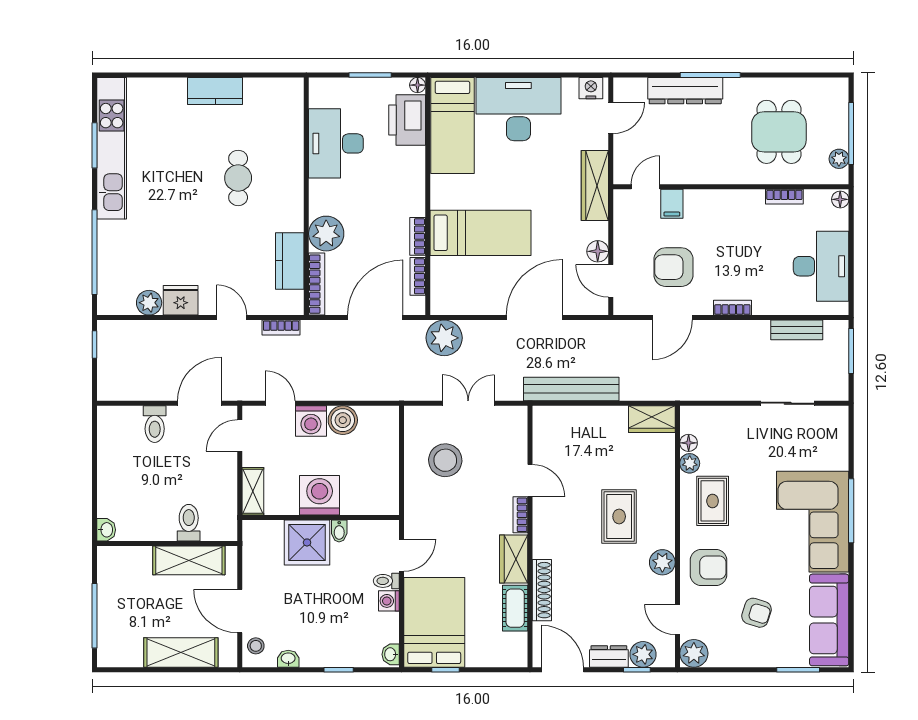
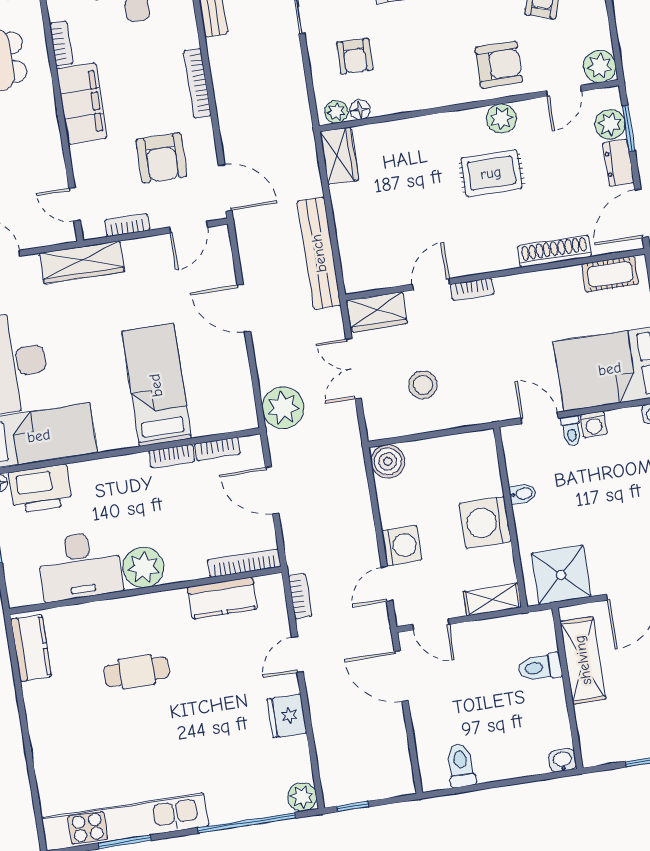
kitchen counter: (215, 91) -> (31, 648), moved
filing cabinet: (672, 204) -> (82, 103), moved, width x3.00, depth x1.17
bookcase: (621, 229) -> (127, 225), added
plant: (326, 234) -> (143, 568), moved
floor lamp: (598, 251) -> (157, 247), removed
plant: (149, 303) -> (302, 797), moved
bookcase: (732, 308) -> (197, 83), width x1.56
door: (375, 318) -> (272, 490), width x0.73
door: (534, 318) -> (244, 308), width x0.73
door: (672, 318) -> (225, 188), moved
boiler: (343, 420) -> (388, 461), moved
toilet: (155, 424) -> (461, 765), moved, turned -90
armchair: (735, 445) -> (355, 56), added
stool: (445, 460) -> (423, 385), width x0.73, depth x0.73
plant: (690, 463) -> (336, 112), moved
rug: (713, 501) -> (422, 72), removed
rug: (619, 516) -> (491, 173), moved
shower: (307, 542) -> (561, 575), moved
wardrobe: (514, 559) -> (377, 312), moved
armchair: (708, 567) -> (499, 65), turned 90
cot: (515, 608) -> (610, 274), moved
window: (637, 670) -> (629, 129), width x1.50

